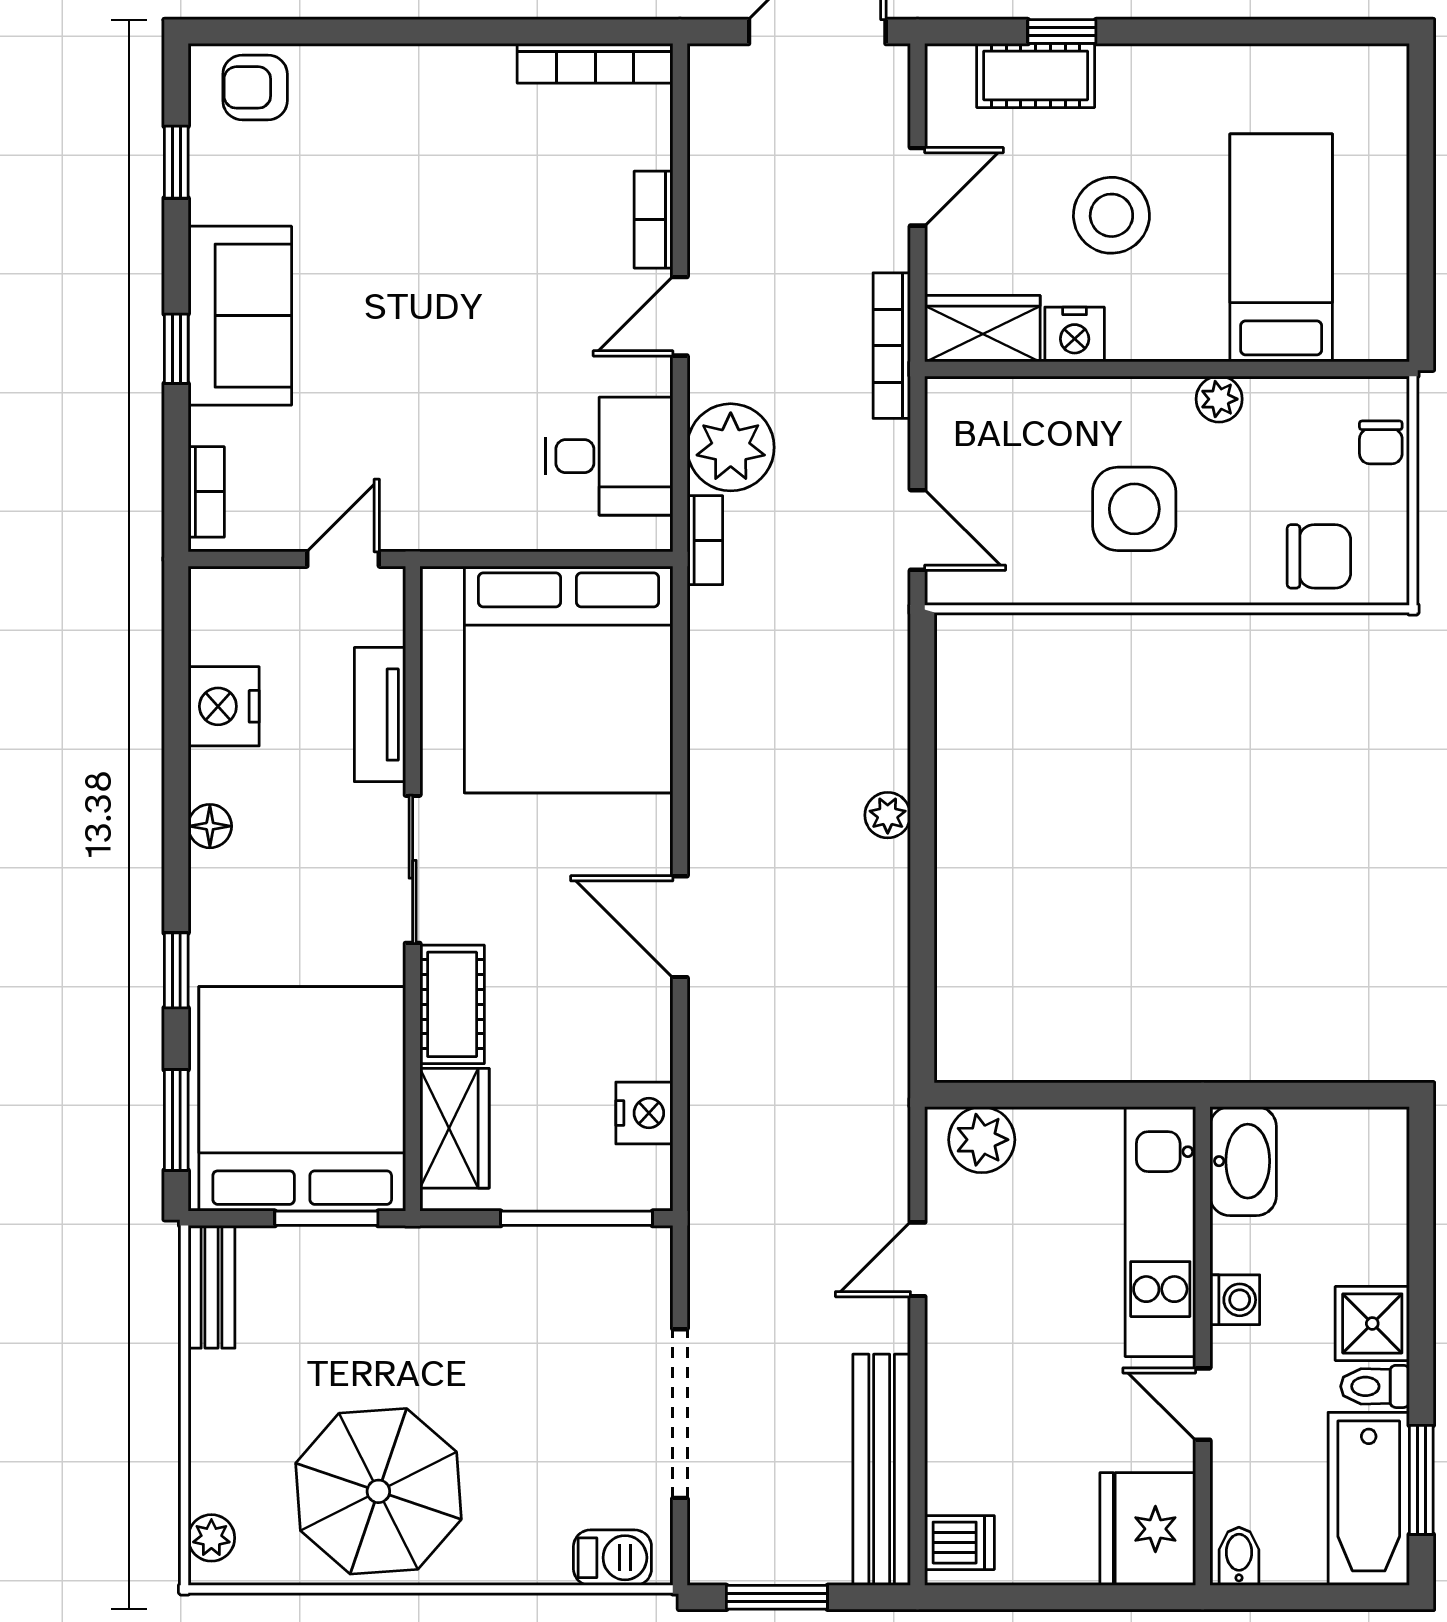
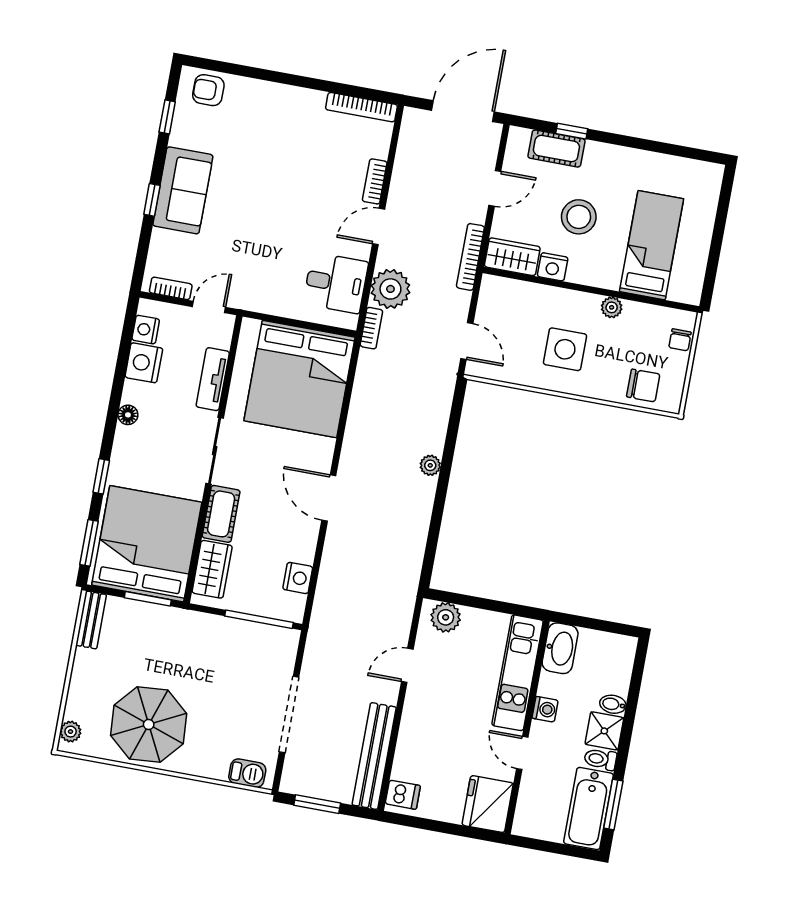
bookcase: (206, 492) -> (171, 288), moved, turned -90
nightstand: (214, 633) -> (146, 330), added
bidet: (1239, 1556) -> (613, 704), moved, turned -90

